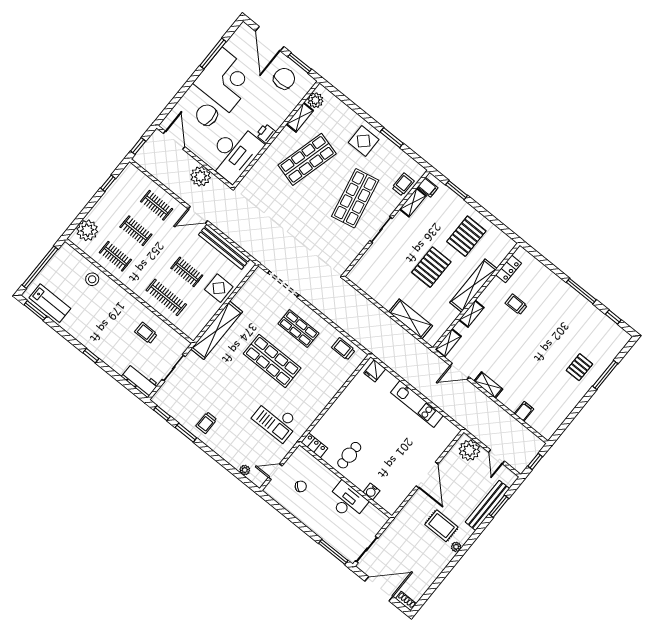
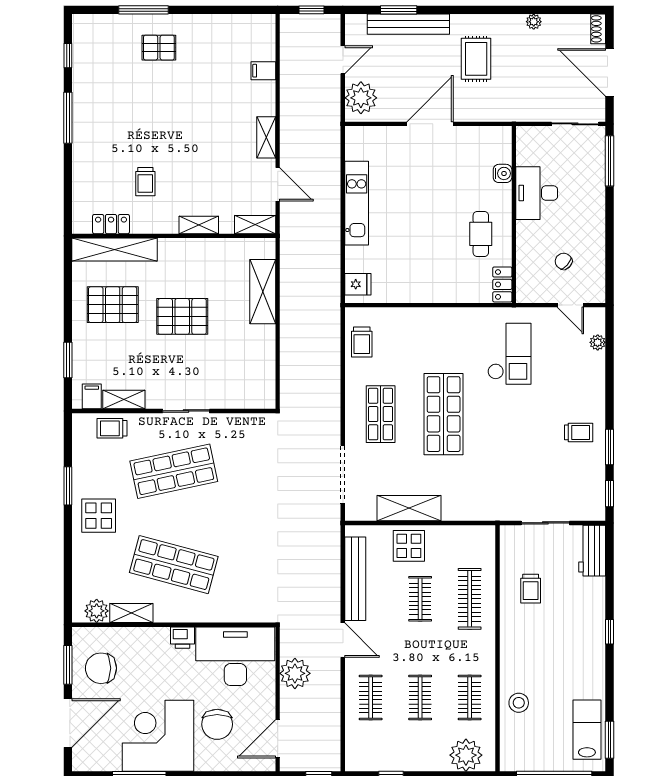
shelving: (473, 286) -> (115, 250), moved
shelving: (217, 330) -> (409, 508), moved, width x0.68
cafe table: (349, 455) -> (481, 234), turned 90
plant: (456, 547) -> (534, 22), moved

